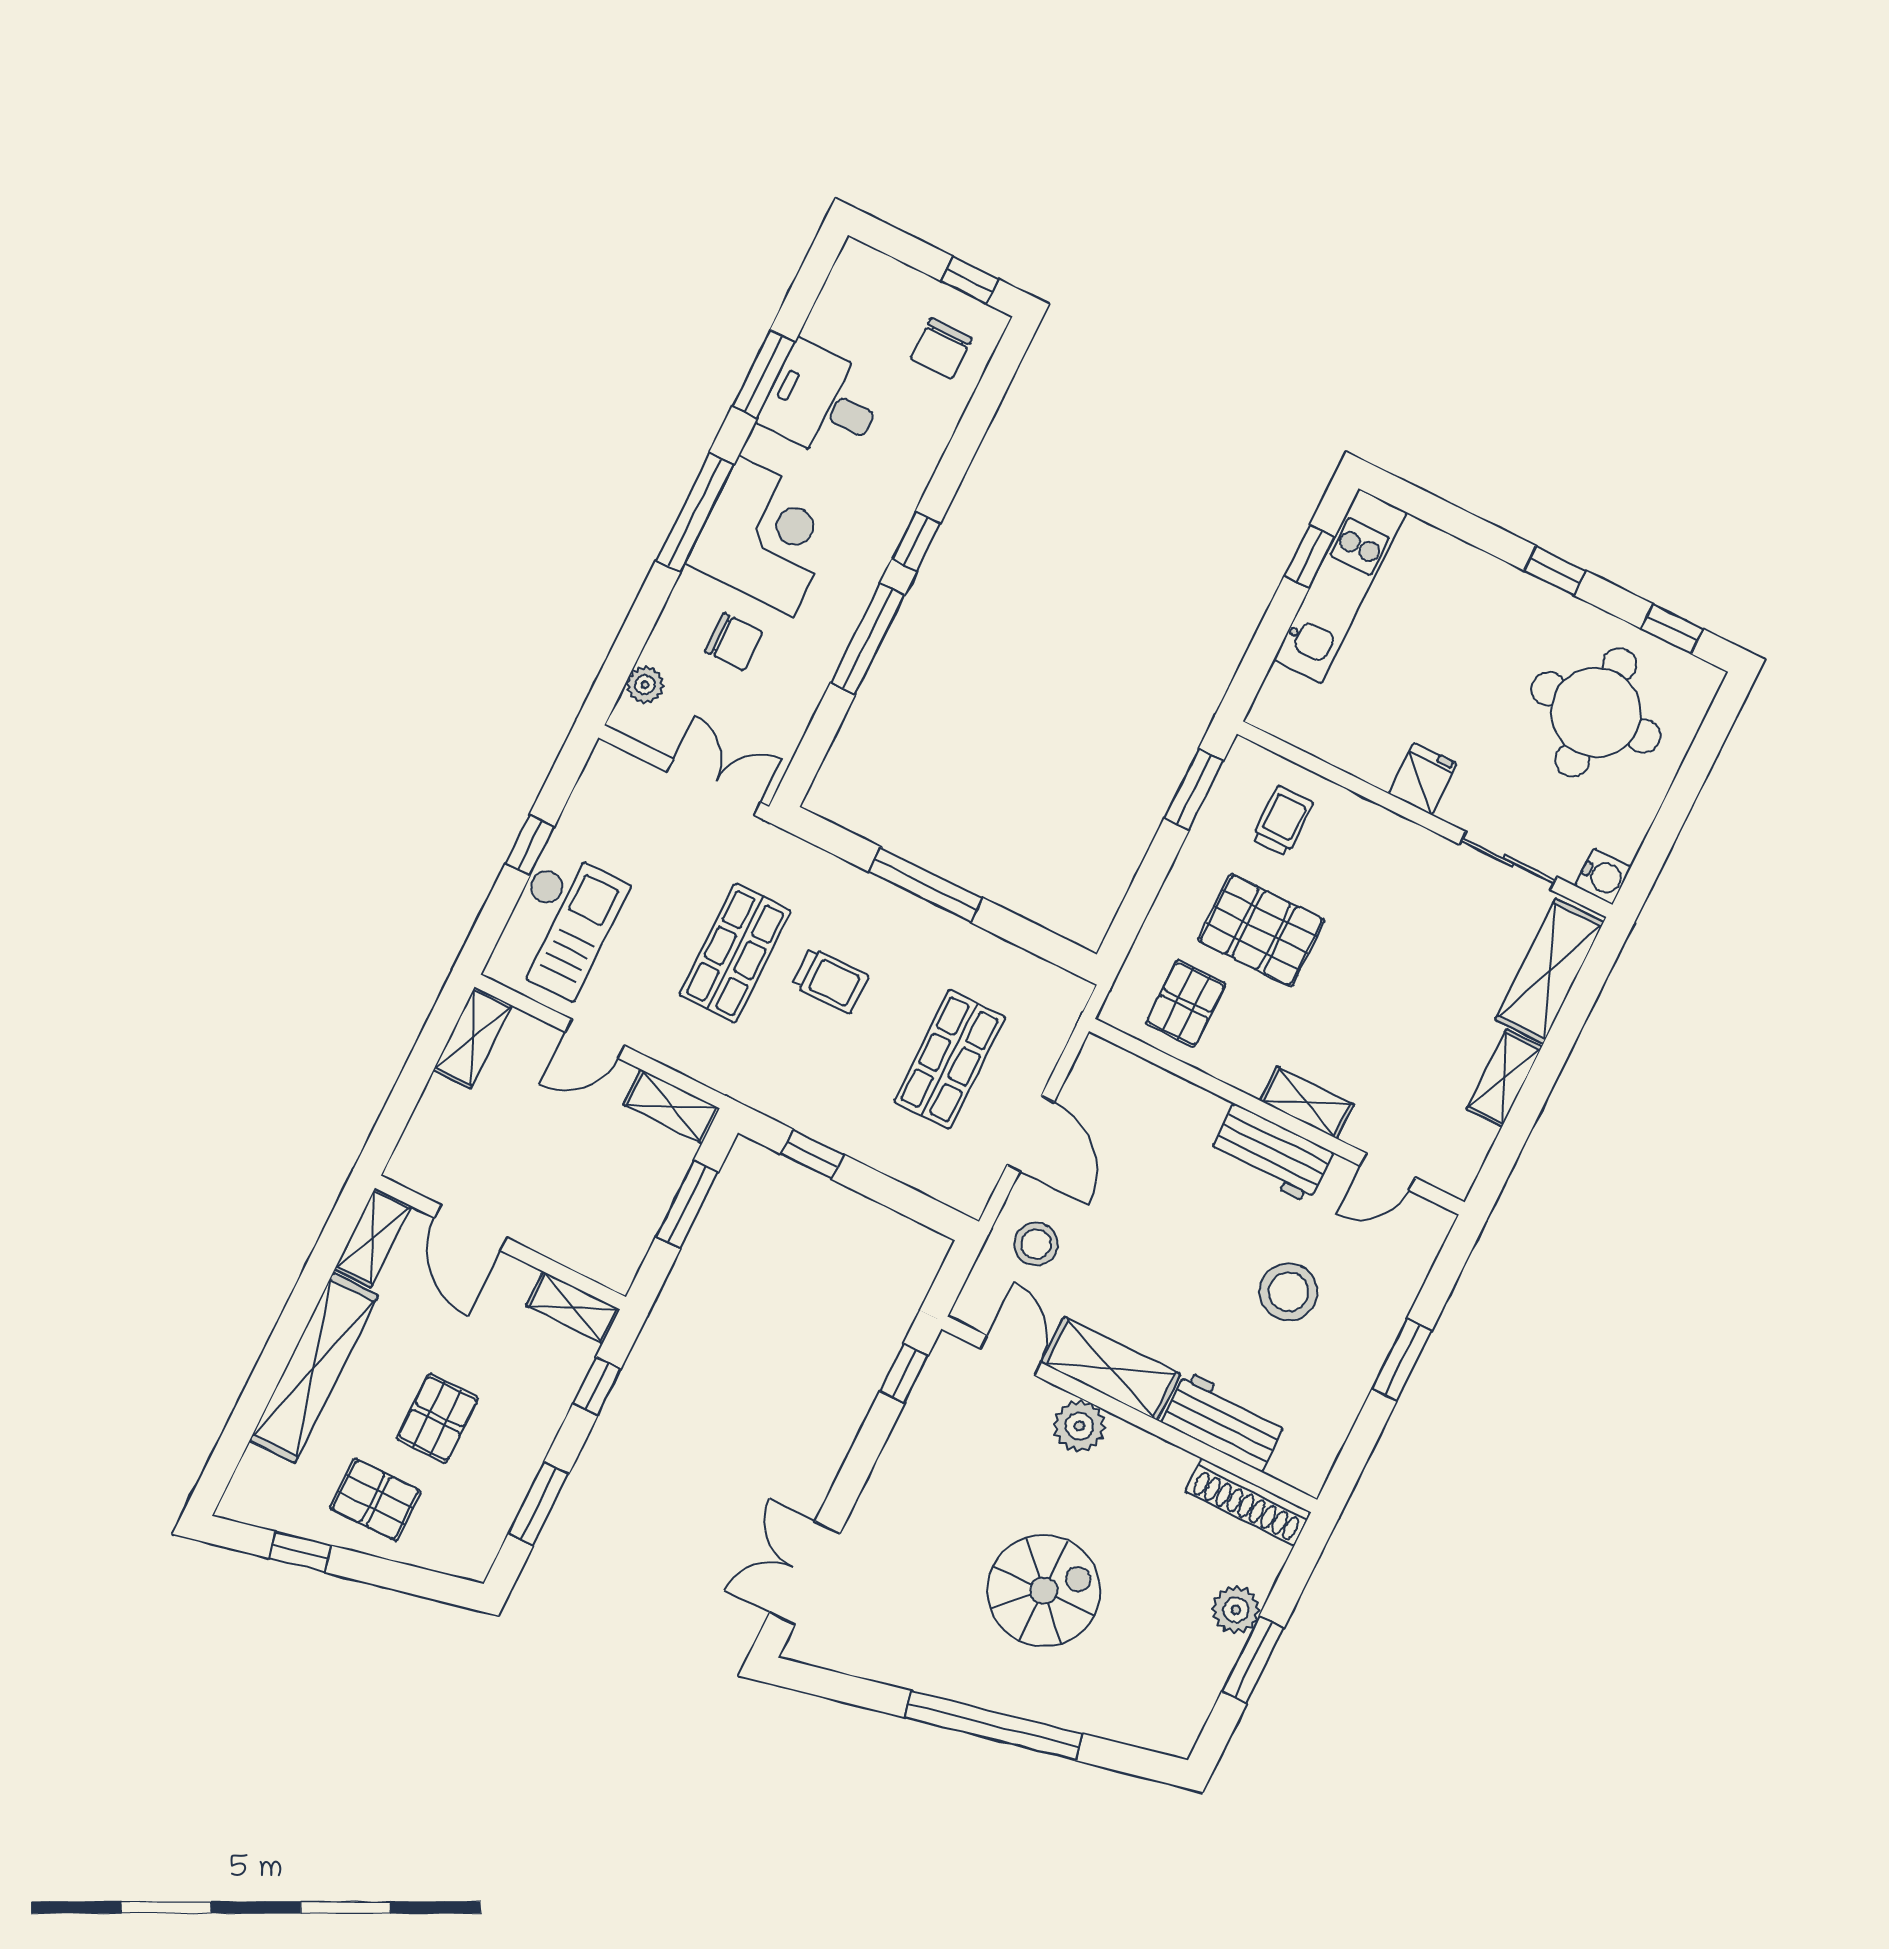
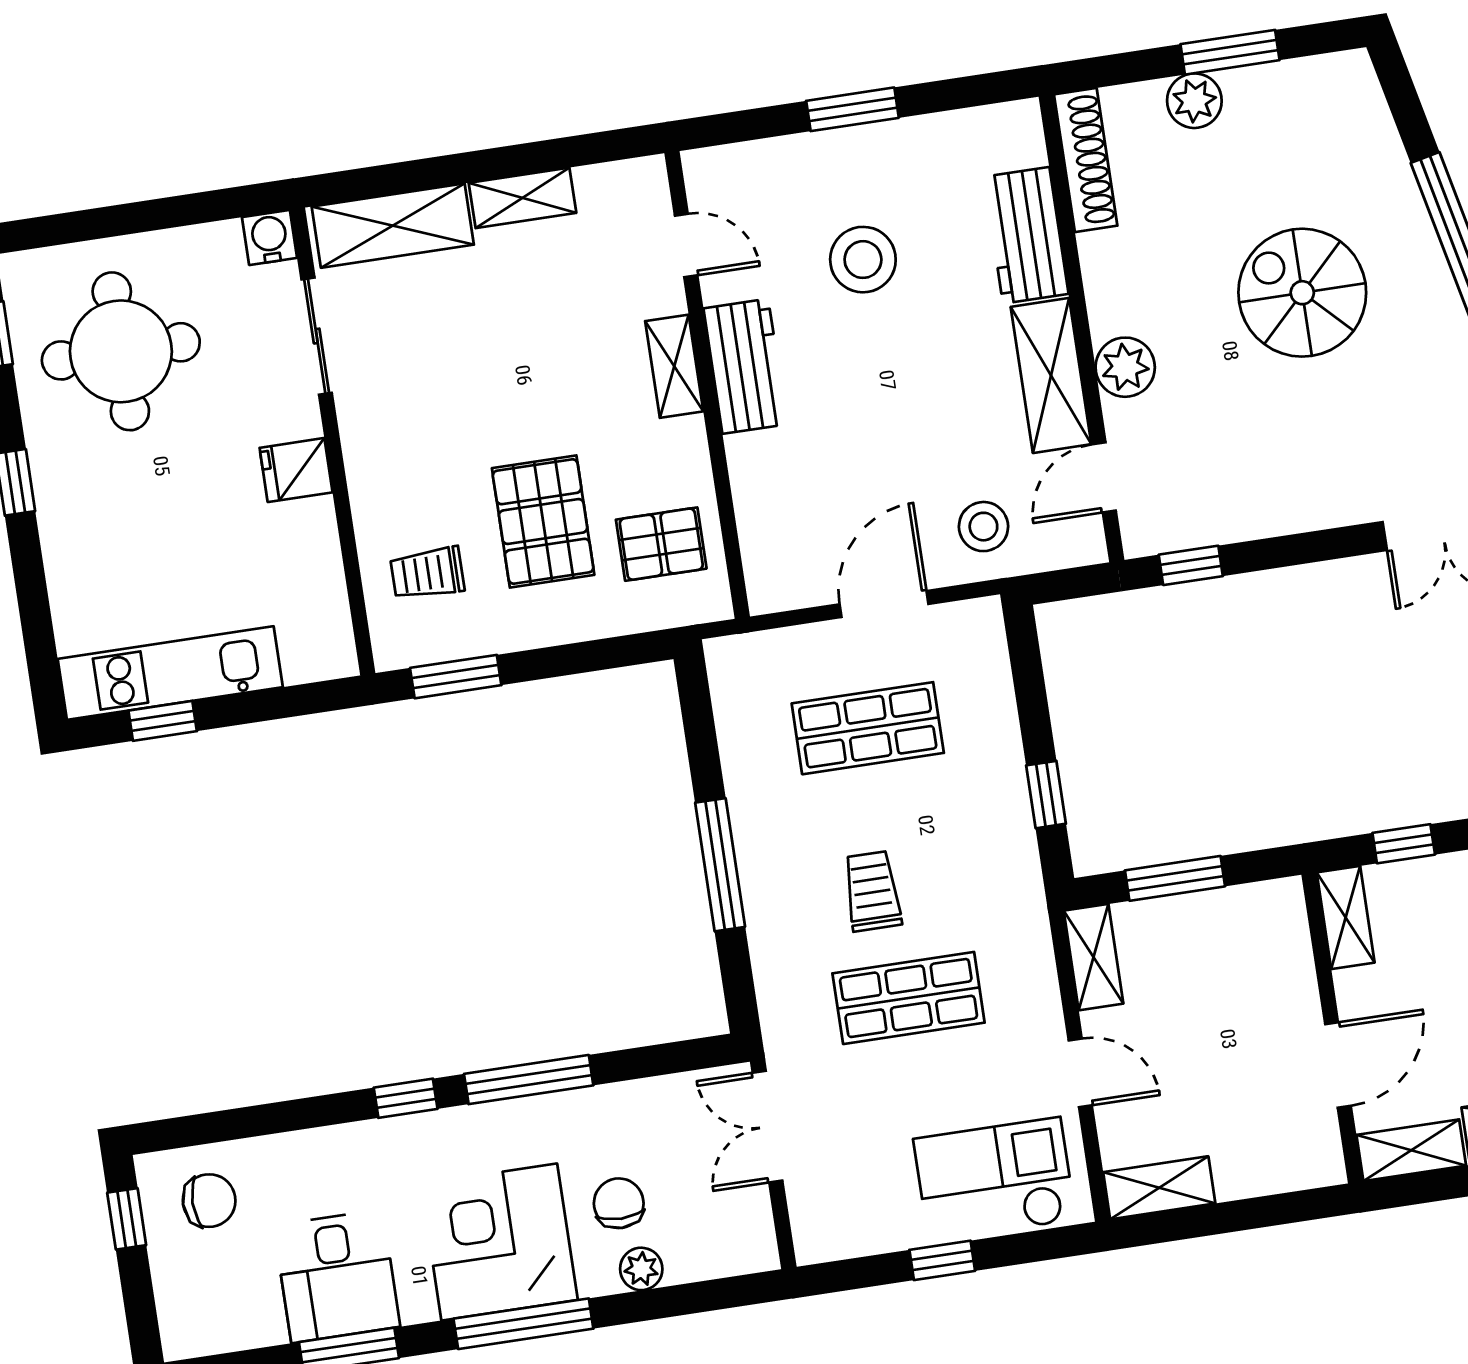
plant: (645, 685) -> (641, 1269), moved

